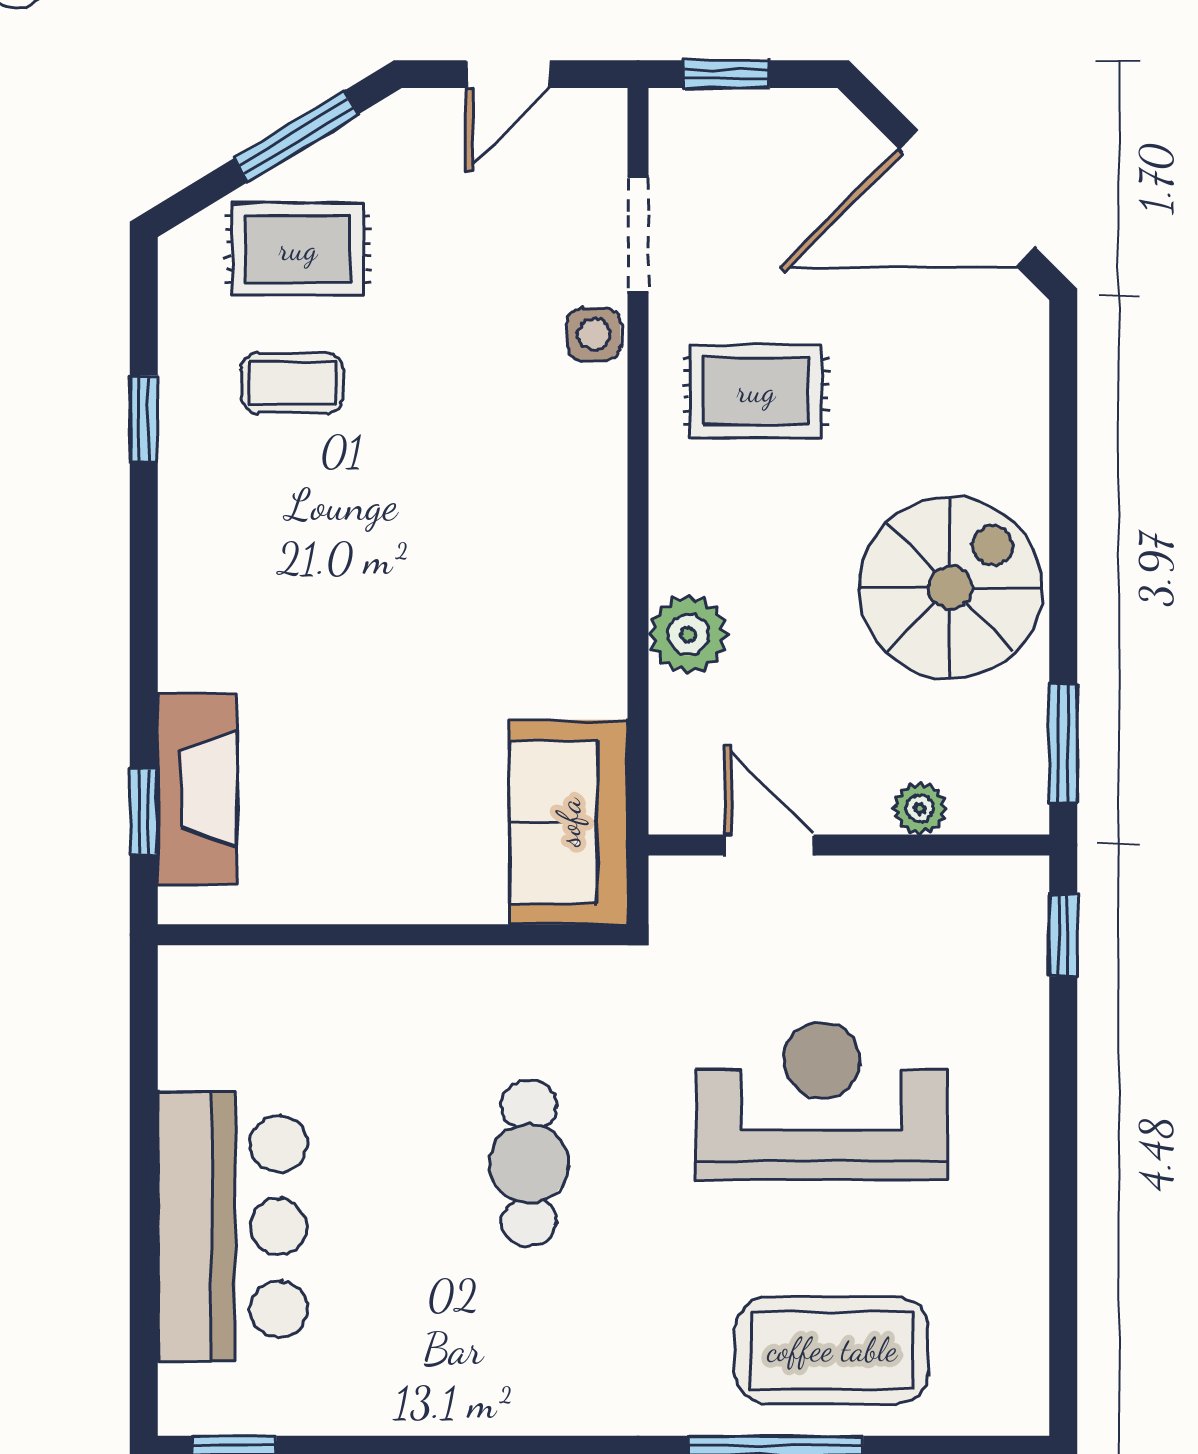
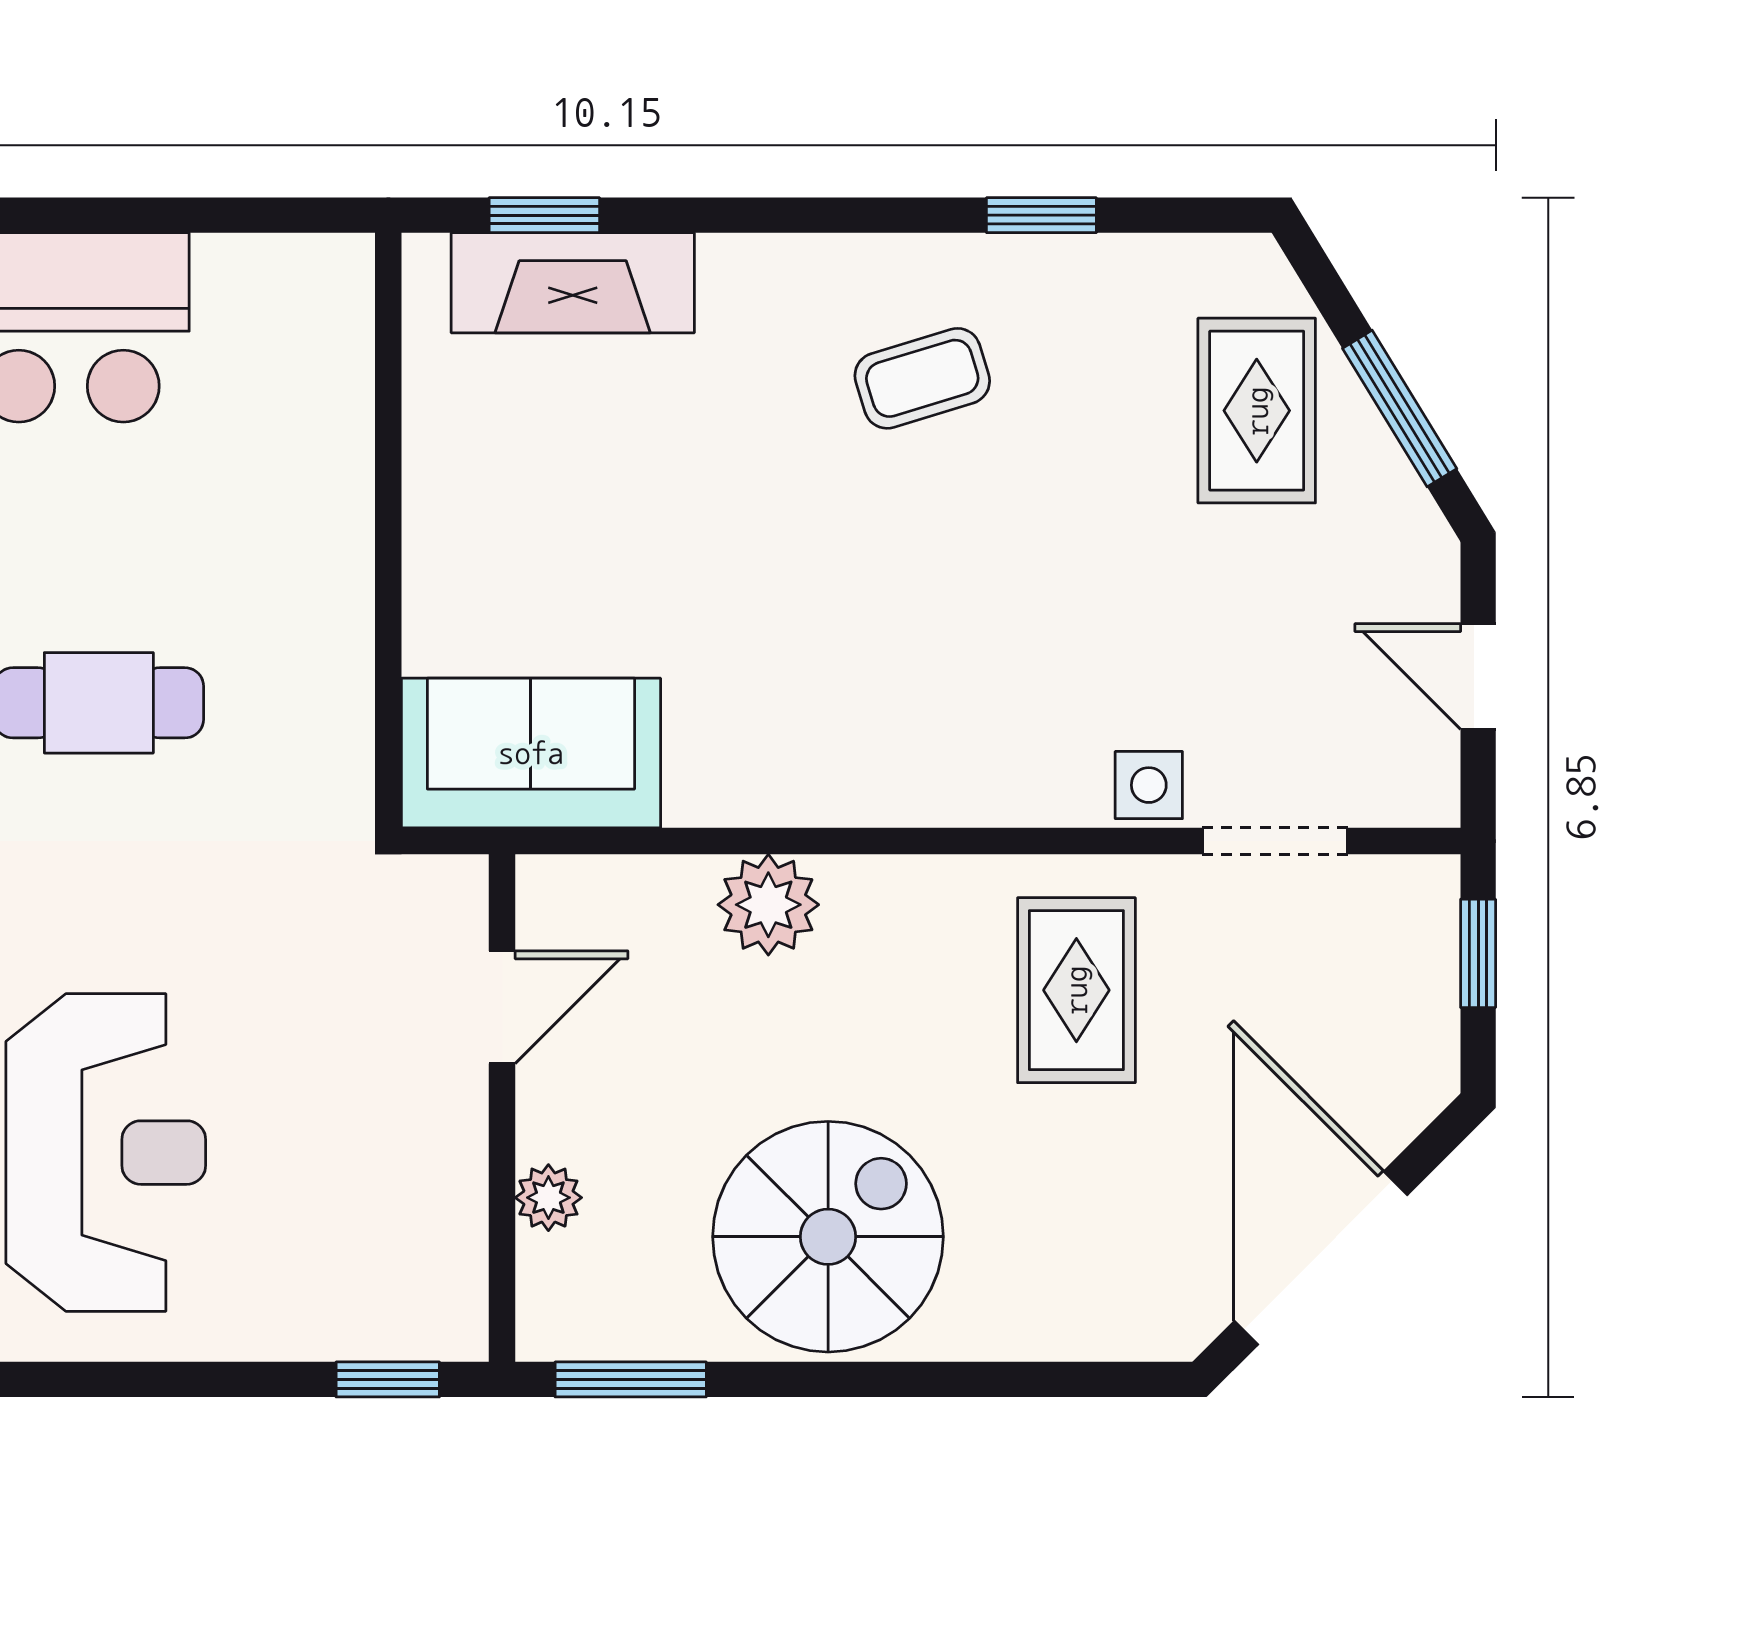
coffee table: (292, 383) -> (922, 378), moved, turned 73
spiral stairs: (951, 588) -> (828, 1237), turned -90
reception desk: (822, 1101) -> (106, 1153), moved

